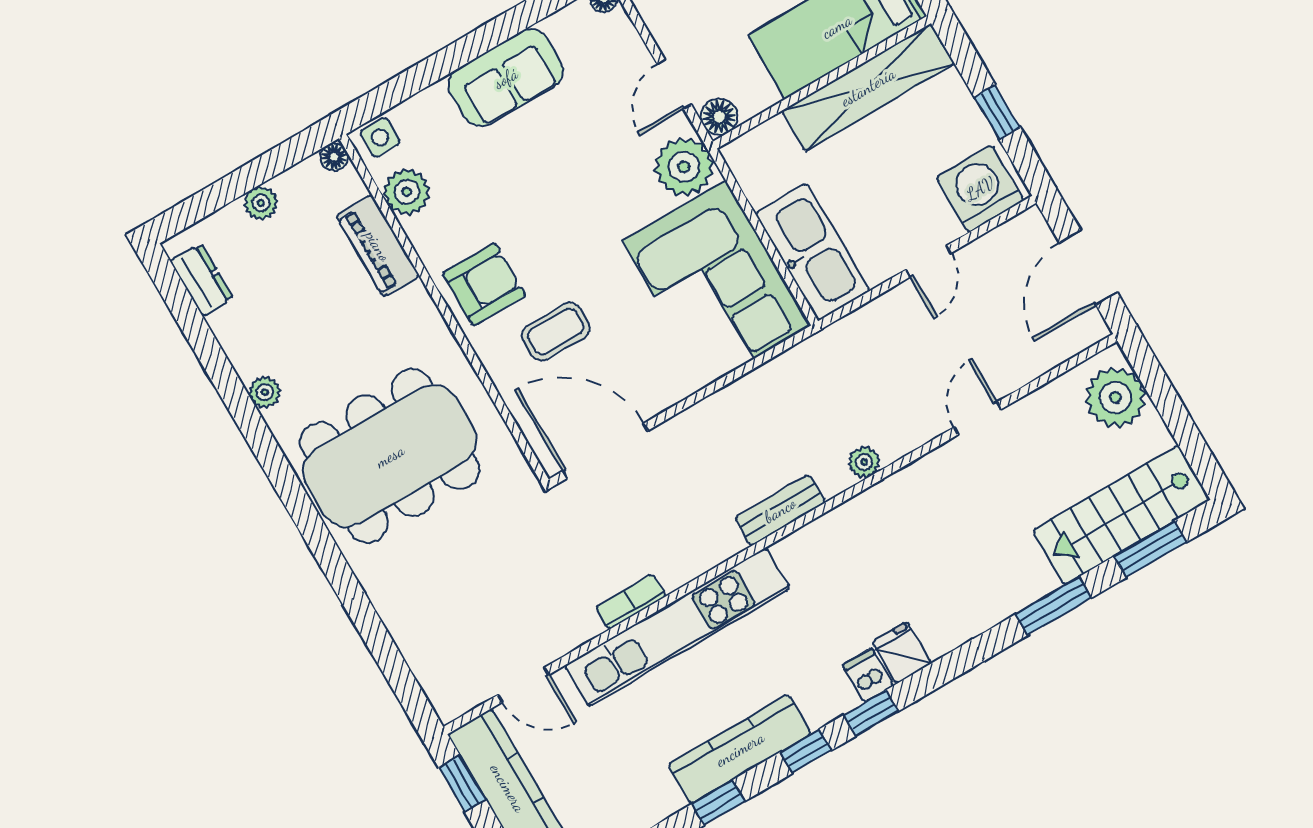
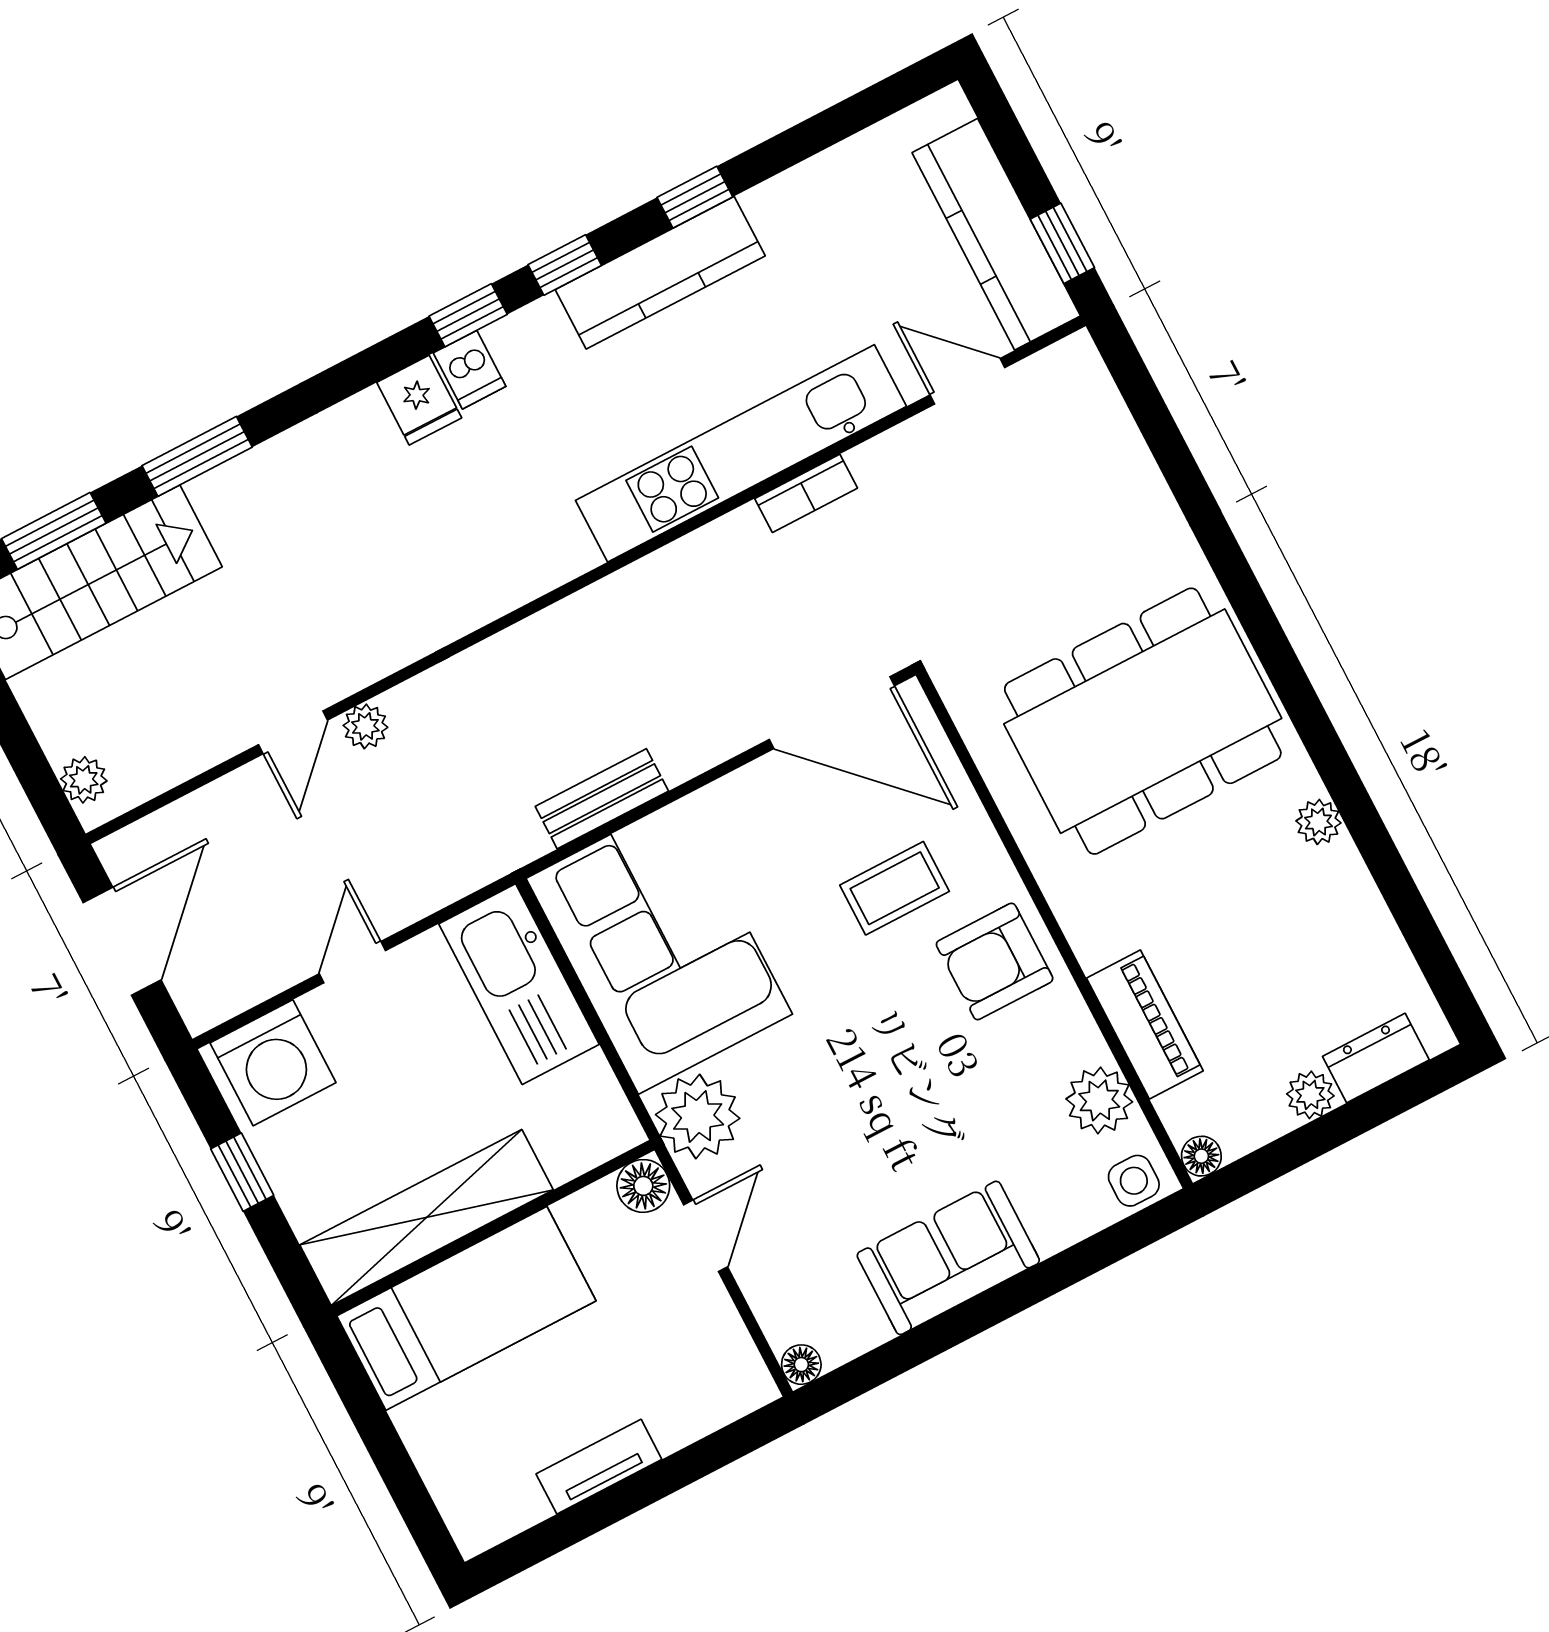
dresser: (202, 280) -> (1376, 1058), moved, turned 90
plant: (1116, 397) -> (84, 780), width x0.53, depth x0.53
plant: (864, 462) -> (365, 726), moved
bench: (780, 510) -> (602, 799), moved

